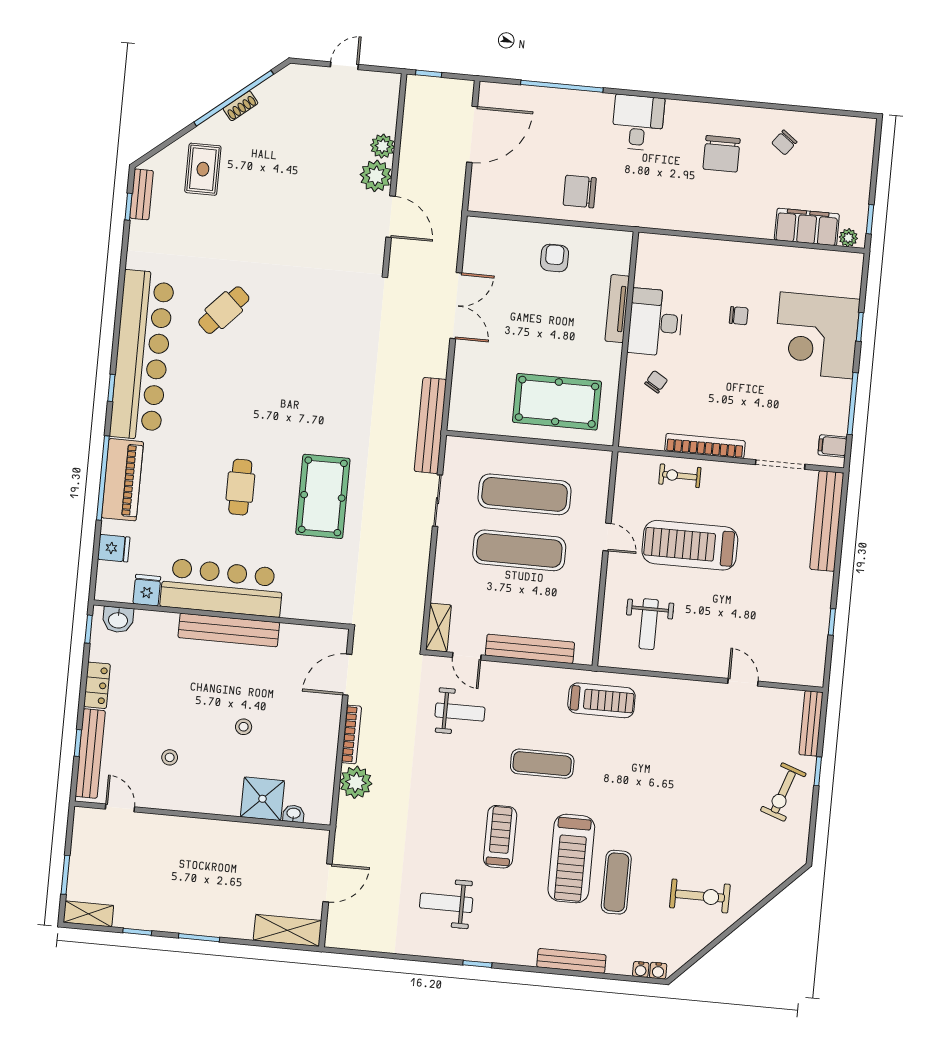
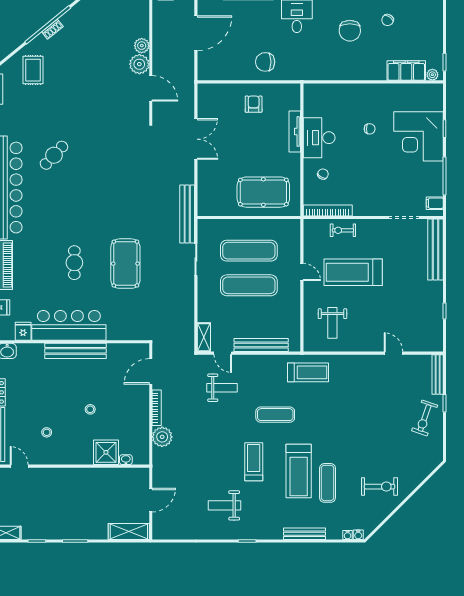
bookcase: (705, 446) -> (328, 211), moved

